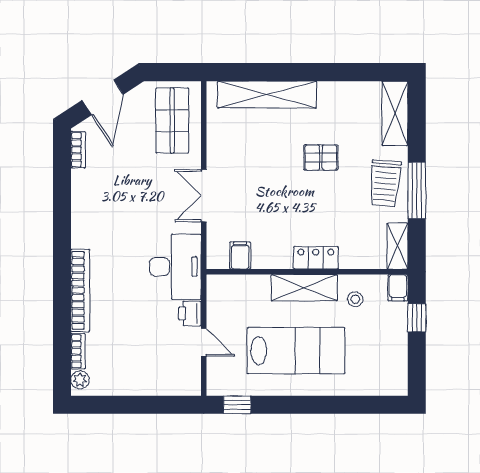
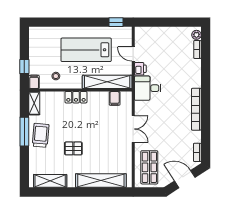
door: (103, 97) -> (185, 179), hinge flipped
shelving: (395, 113) -> (50, 181), moved, turned 90
desk: (175, 267) -> (148, 88), width x0.73
shelving: (304, 288) -> (107, 82), moved, width x1.47
bookcase: (80, 290) -> (196, 109), moved

